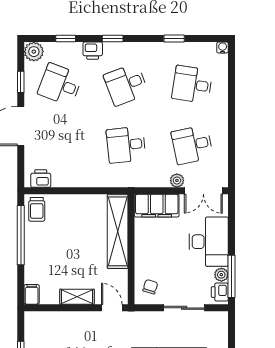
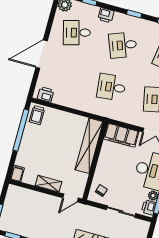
window: (113, 39) -> (134, 14), moved
window: (21, 82) -> (50, 23), removed
desk: (60, 84) -> (77, 33), turned -36
plant: (177, 180) -> (140, 122), removed
door: (112, 308) -> (71, 198), swing flipped

